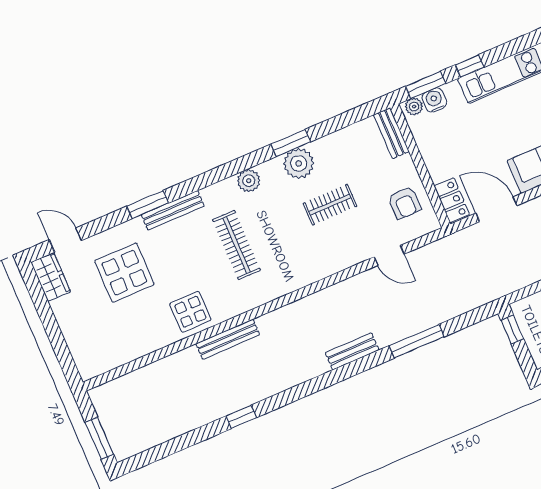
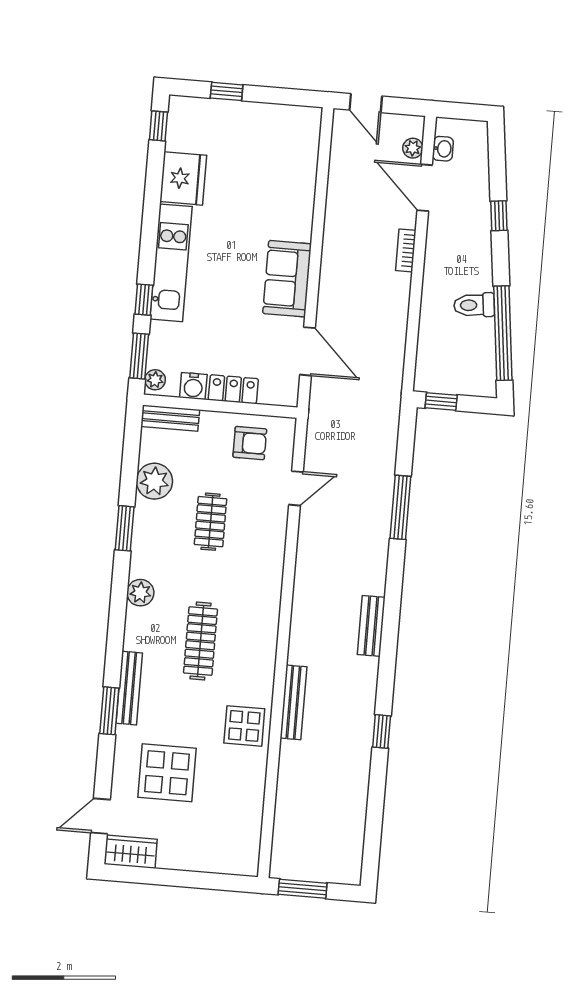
water cooler: (434, 100) -> (193, 386), moved, turned -90
plant: (299, 163) -> (154, 481), moved
locker: (452, 200) -> (233, 389), moved
door: (496, 209) -> (308, 351), swing flipped
clothes rail: (236, 245) -> (200, 641), turned 90
bench: (352, 351) -> (371, 626), moved
window: (99, 438) -> (303, 889), moved

